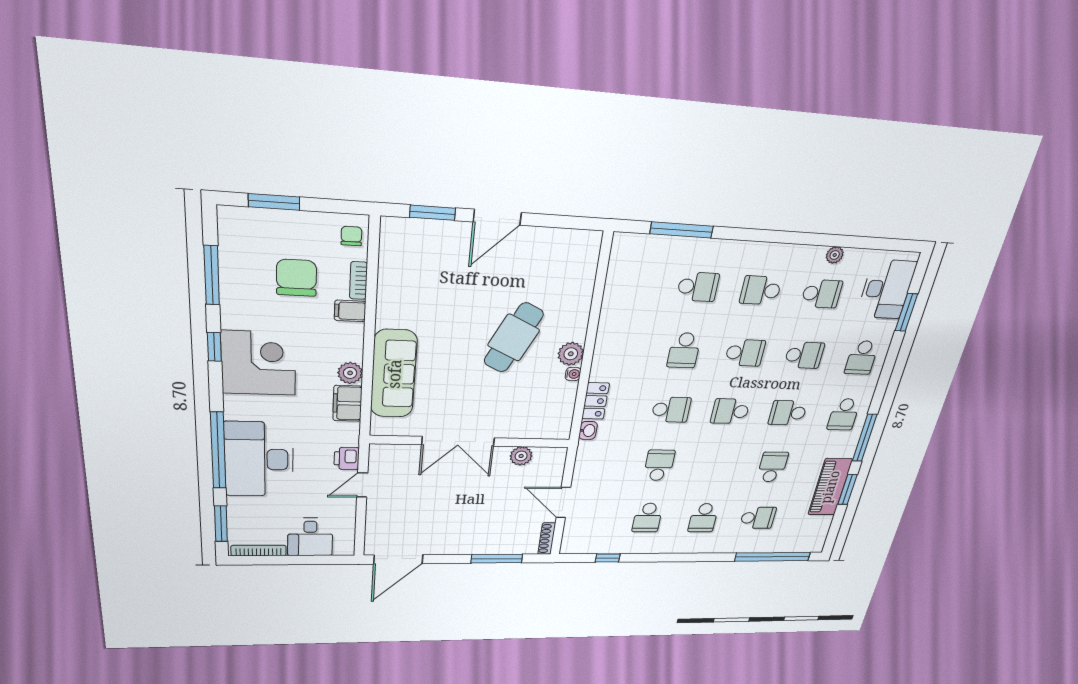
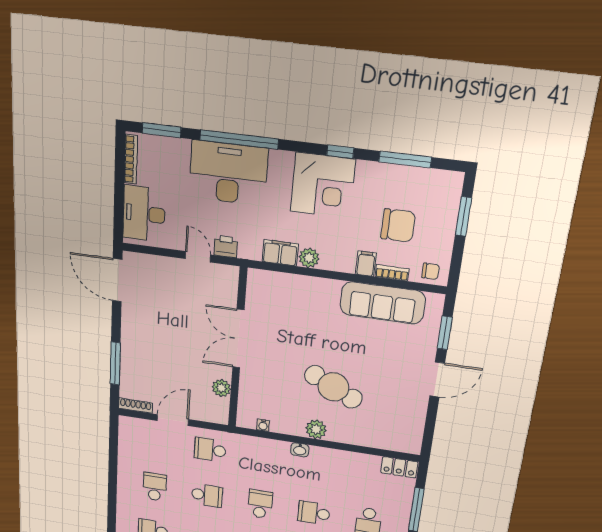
door: (497, 217) -> (437, 380), swing flipped
sofa: (394, 374) -> (383, 303), moved
water cooler: (573, 374) -> (263, 425), moved
locker: (596, 401) -> (399, 467), moved
school desk: (671, 410) -> (260, 504), turned 180
washbasin: (588, 430) -> (300, 450), moved
school desk: (600, 464) -> (210, 450), added
school desk: (647, 518) -> (155, 487), turned 90
desk: (310, 537) -> (144, 214), width x1.37
window: (608, 558) -> (113, 455), removed

